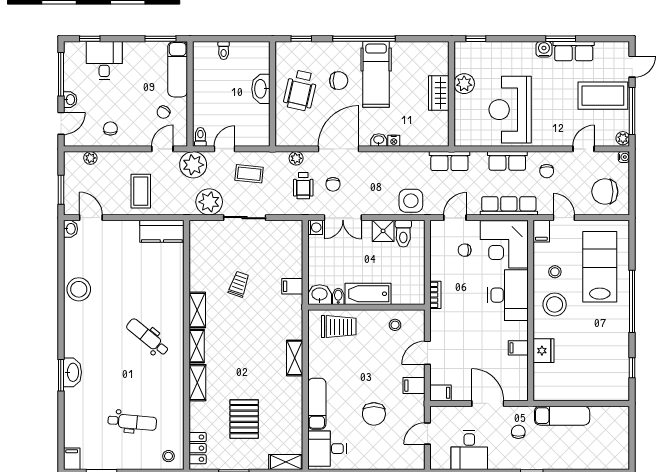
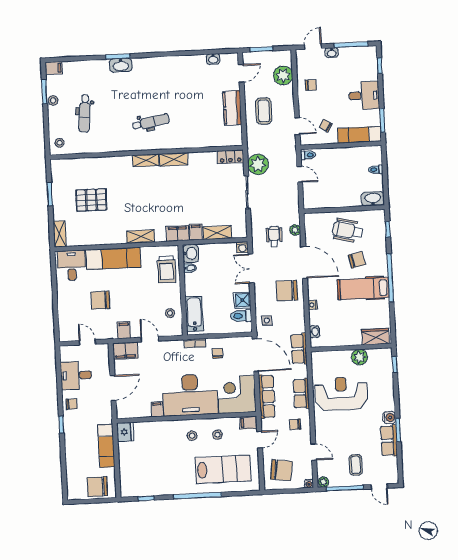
desk: (104, 61) -> (364, 95), moved
chair: (339, 81) -> (357, 260), turned -102
washbasin: (261, 89) -> (373, 199), moved
wardrobe: (439, 93) -> (375, 337), moved
coffee table: (603, 96) -> (356, 465), width x0.54, depth x0.58
door: (61, 123) -> (313, 47), swing flipped
washbasin: (379, 140) -> (314, 332), moved
plant: (90, 158) -> (283, 75), width x1.88, depth x1.88
plant: (193, 165) -> (286, 151), removed
coffee table: (249, 174) -> (281, 194), removed
chair: (333, 184) -> (287, 291), moved, width x1.87, depth x1.87
wheelchair: (303, 186) -> (274, 236), turned 90
coffee table: (141, 191) -> (264, 111), turned 90
chair: (605, 192) -> (282, 470), turned 98
side table: (411, 201) -> (267, 320), width x0.54, depth x0.54
door: (455, 218) -> (255, 355), width x1.88
washbasin: (70, 229) -> (213, 59), moved
kitchen counter: (162, 231) -> (232, 108), moved
chair: (465, 250) -> (218, 353), moved
trolley: (239, 284) -> (195, 191), removed
stool: (79, 289) -> (53, 100), moved, width x0.53, depth x0.53
bathtub: (368, 294) -> (194, 314), moved
desk: (508, 295) -> (190, 395), width x1.36, depth x1.30
stool: (555, 304) -> (192, 436), width x0.53, depth x0.53
filing cabinet: (293, 310) -> (178, 233), added
dental chair: (148, 337) -> (151, 122), turned 41
fridge: (544, 351) -> (125, 432), moved, turned -90
shelving: (197, 383) -> (217, 233), moved
filing cabinet: (441, 393) -> (125, 351), width x2.00
exam couch: (317, 404) -> (113, 258), width x1.36, depth x1.45
chair: (614, 430) -> (97, 487), added
chair: (518, 432) -> (72, 404), moved
locker: (198, 448) -> (230, 157), moved

